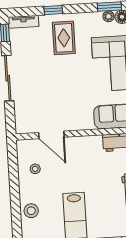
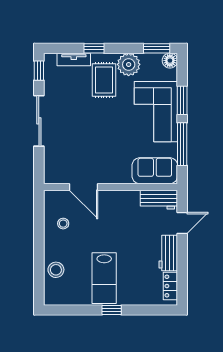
plant: (108, 16) -> (129, 64), moved, width x1.87, depth x1.87
tv unit: (24, 22) -> (74, 59), moved

